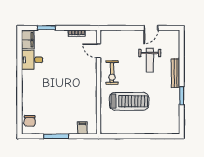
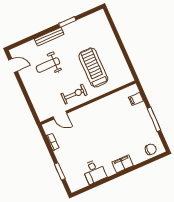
door: (151, 28) -> (13, 65), moved
filing cabinet: (28, 40) -> (123, 164), moved
door: (99, 51) -> (60, 115), hinge flipped
weight bench: (150, 60) -> (48, 65), turned 180

